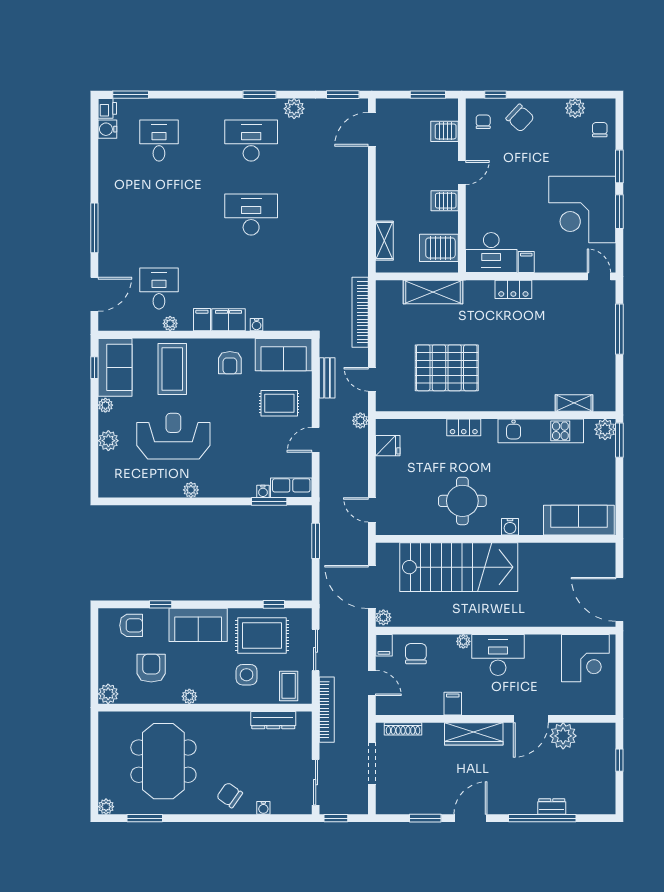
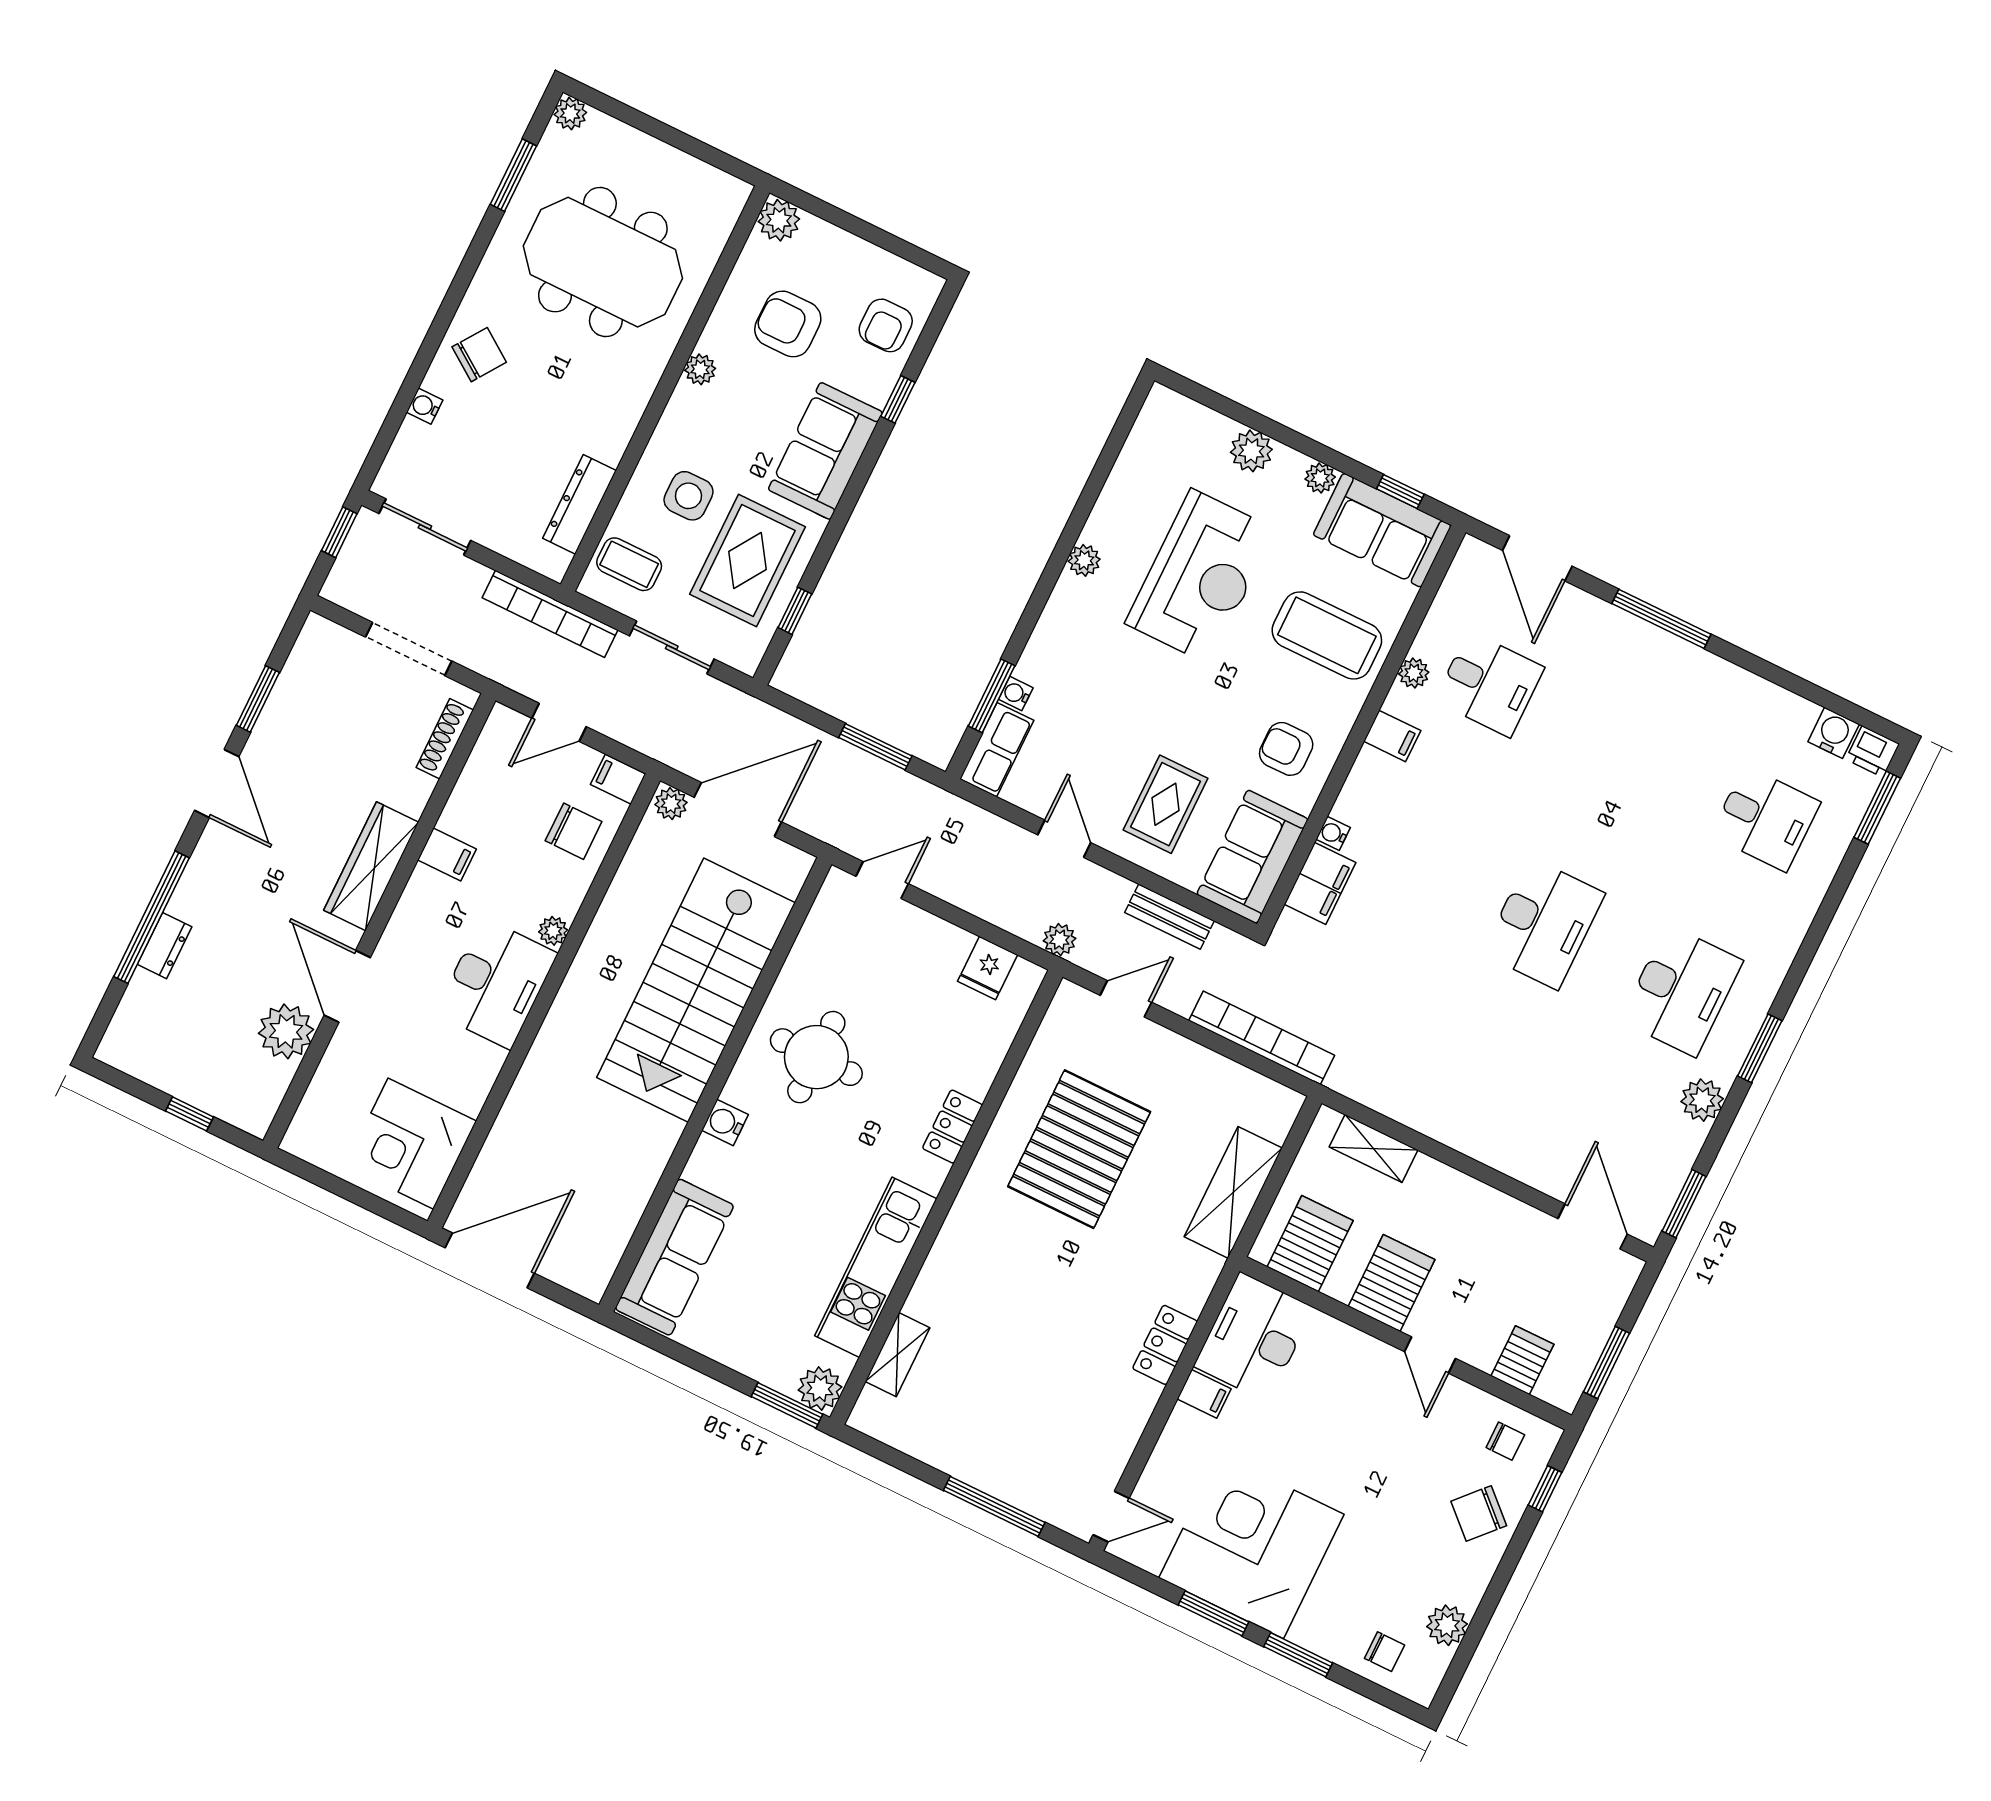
server rack: (445, 201) -> (1392, 1283), width x1.36, depth x1.44
filing cabinet: (228, 320) -> (1320, 883), moved
armchair: (151, 668) -> (788, 324), turned 180

